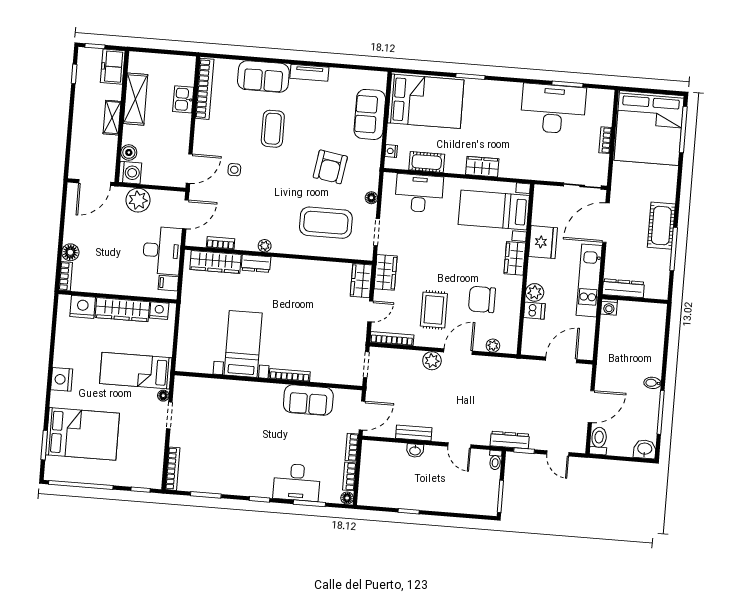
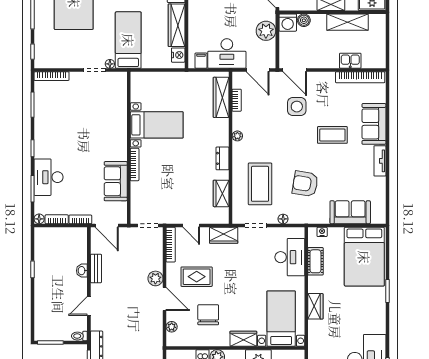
side table: (234, 170) -> (297, 107), width x1.87, depth x1.87
dresser: (256, 264) -> (222, 158), moved
wardrobe: (361, 281) -> (221, 193), moved, turned -90

